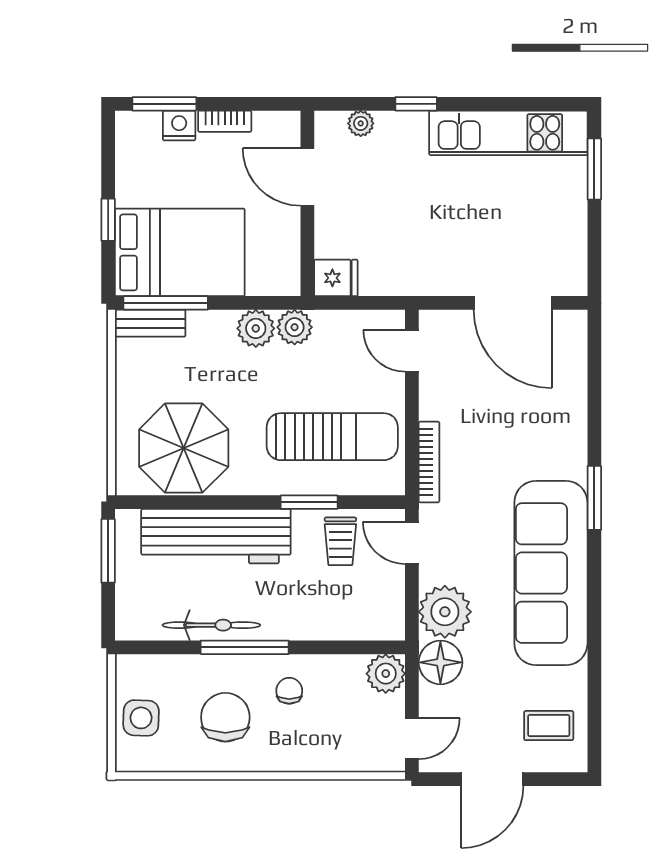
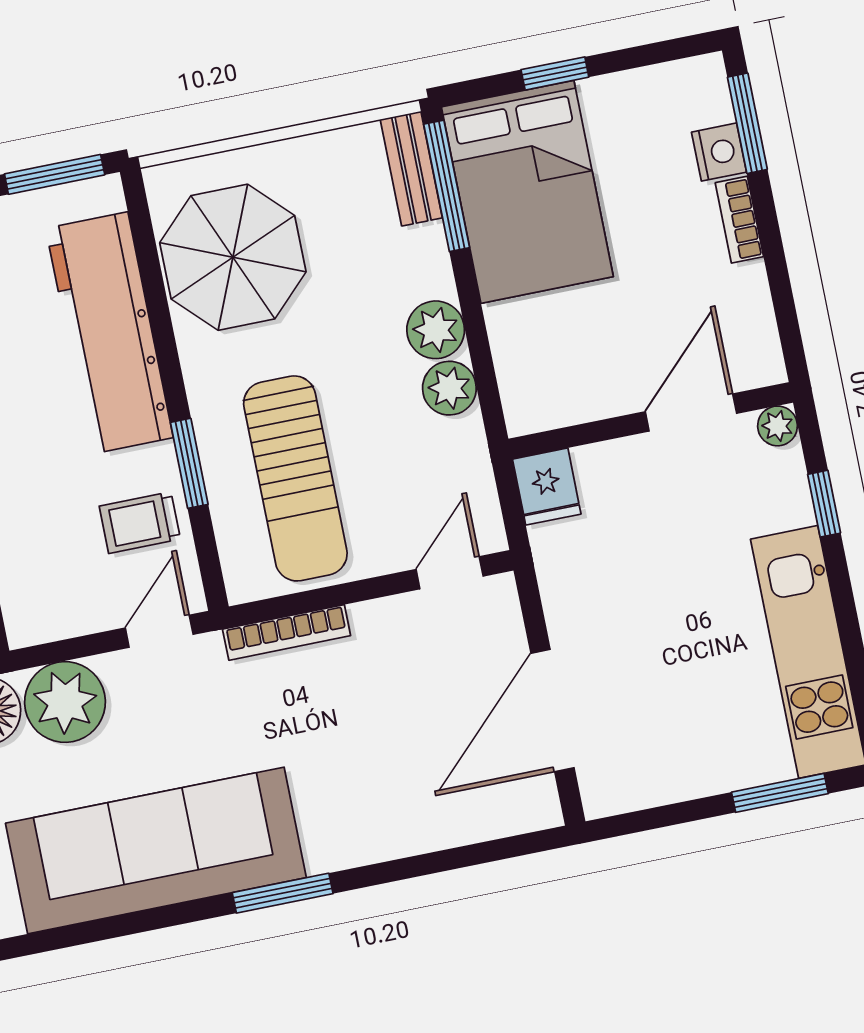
door: (307, 177) -> (691, 412), moved
wall: (307, 203) -> (651, 421), moved
fridge: (336, 278) -> (547, 487), moved

